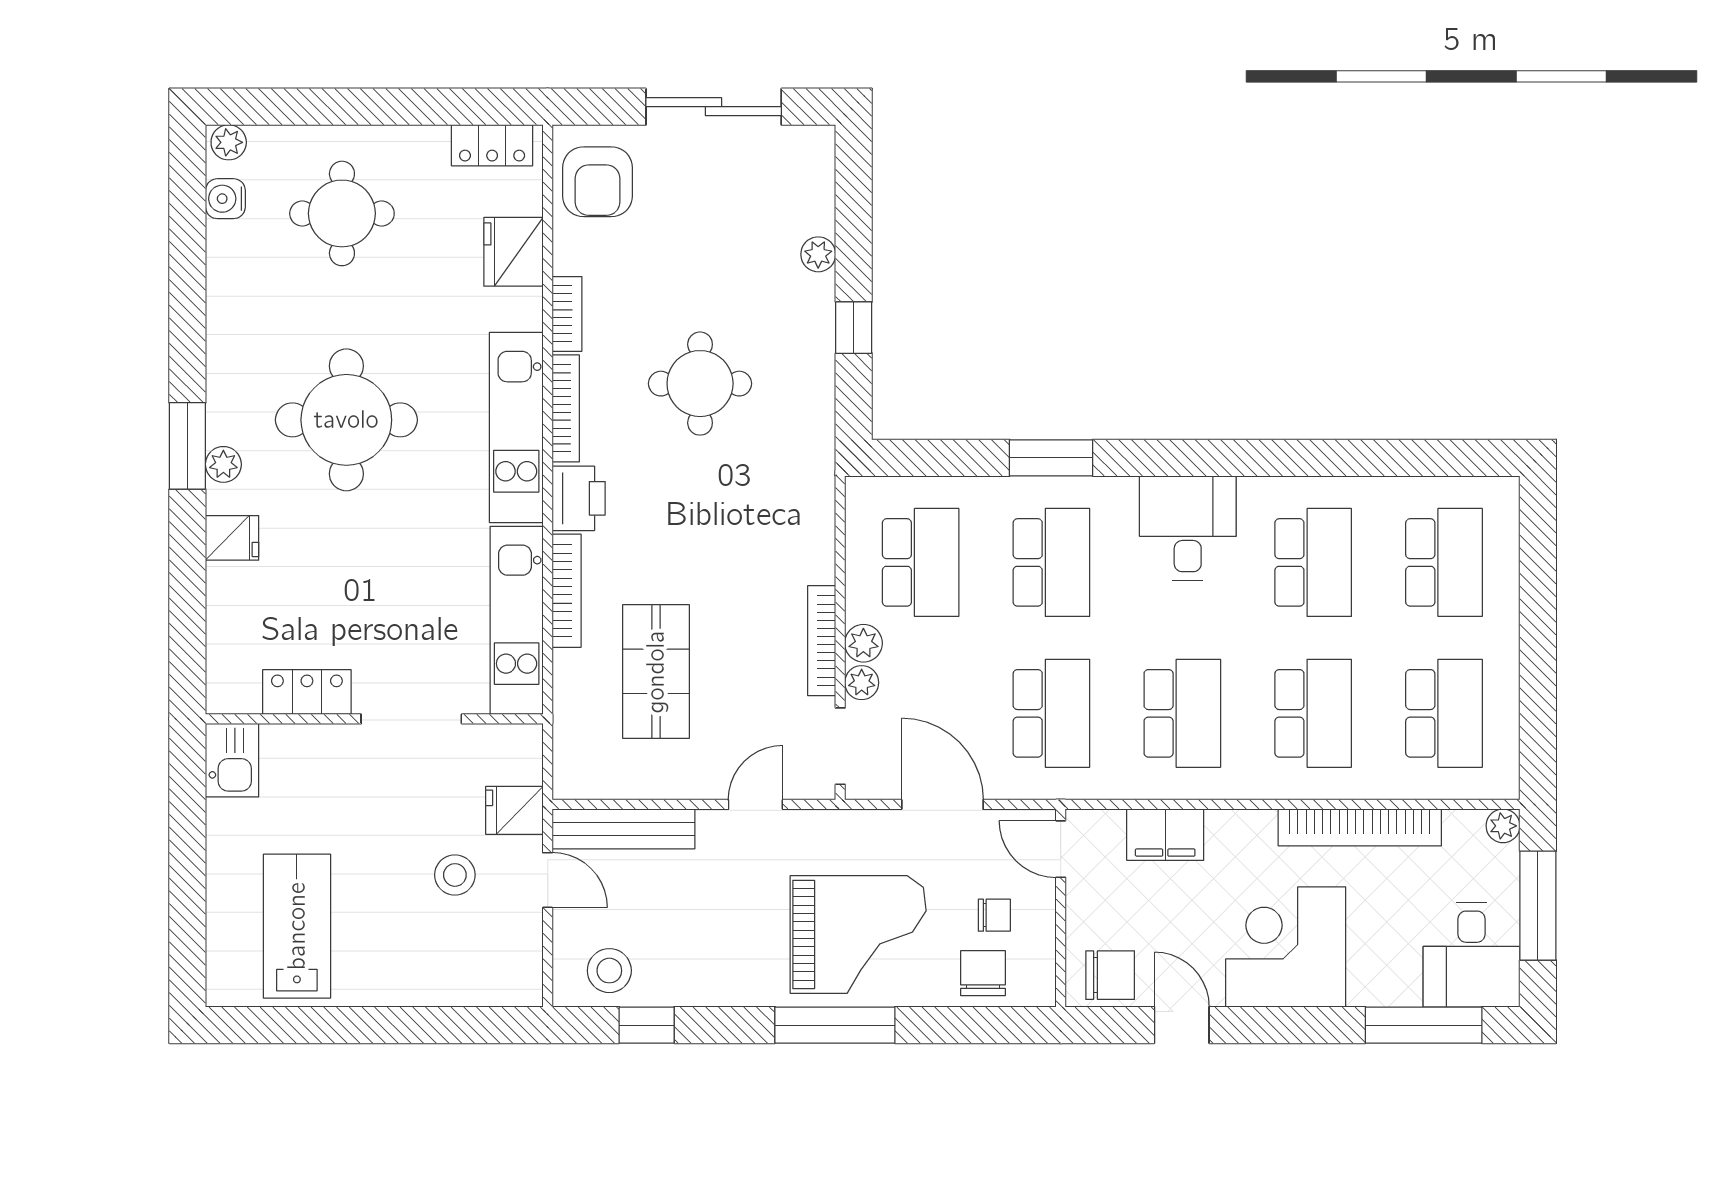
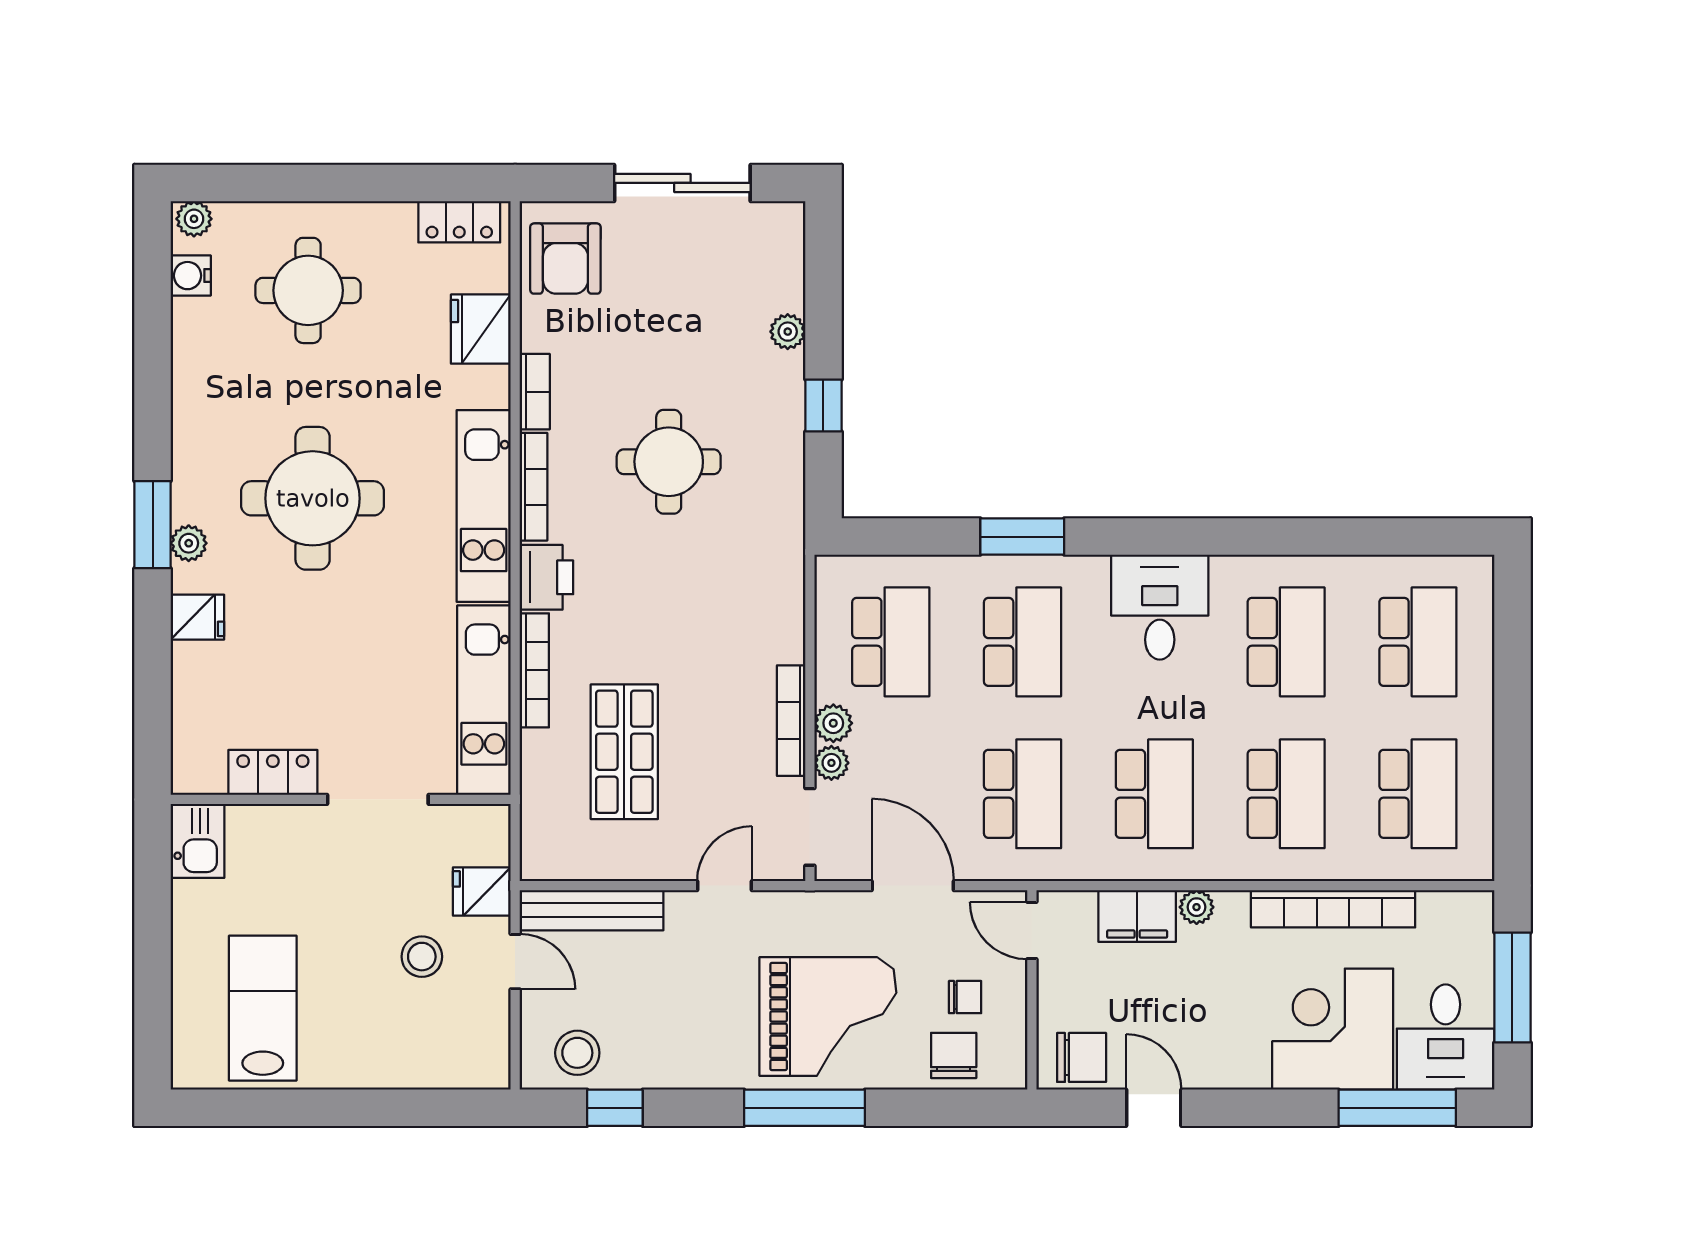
plant: (1503, 826) -> (1197, 907), moved
corner desk: (1286, 947) -> (1333, 1029), moved

